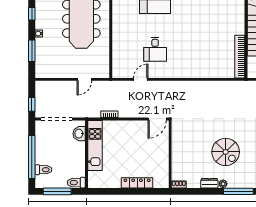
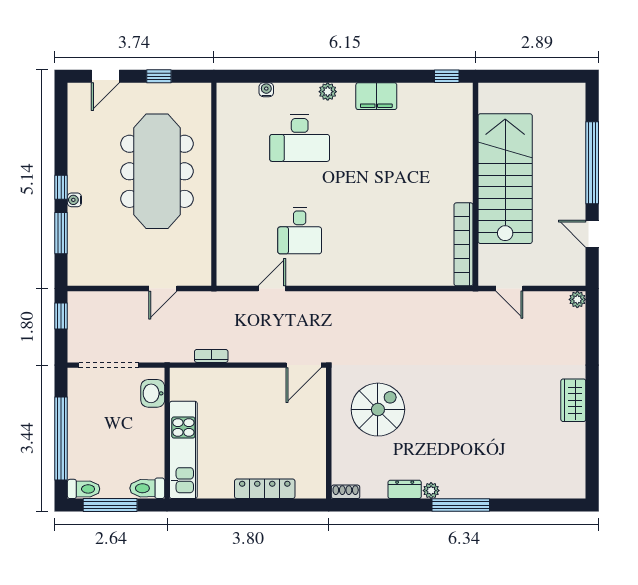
window: (32, 14) -> (61, 187), moved
window: (32, 104) -> (61, 316), moved
kitchen unit: (95, 146) -> (183, 450), moved
spiral stairs: (226, 152) -> (378, 410), moved, turned -90
toilet: (43, 170) -> (84, 489), moved

